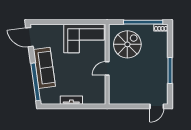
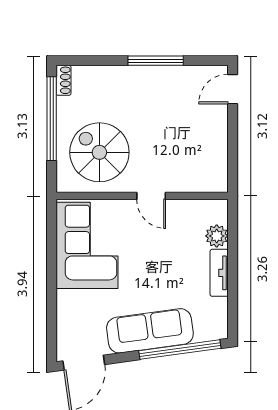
plant: (88, 99) -> (217, 236), added
door: (157, 106) -> (233, 89), swing flipped

